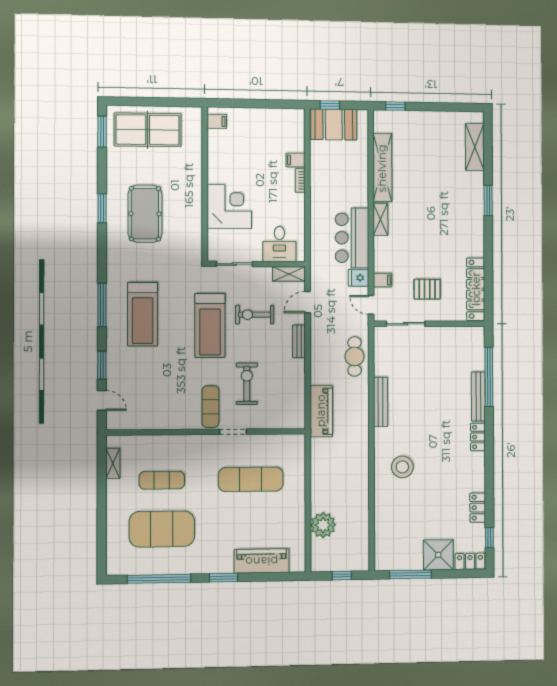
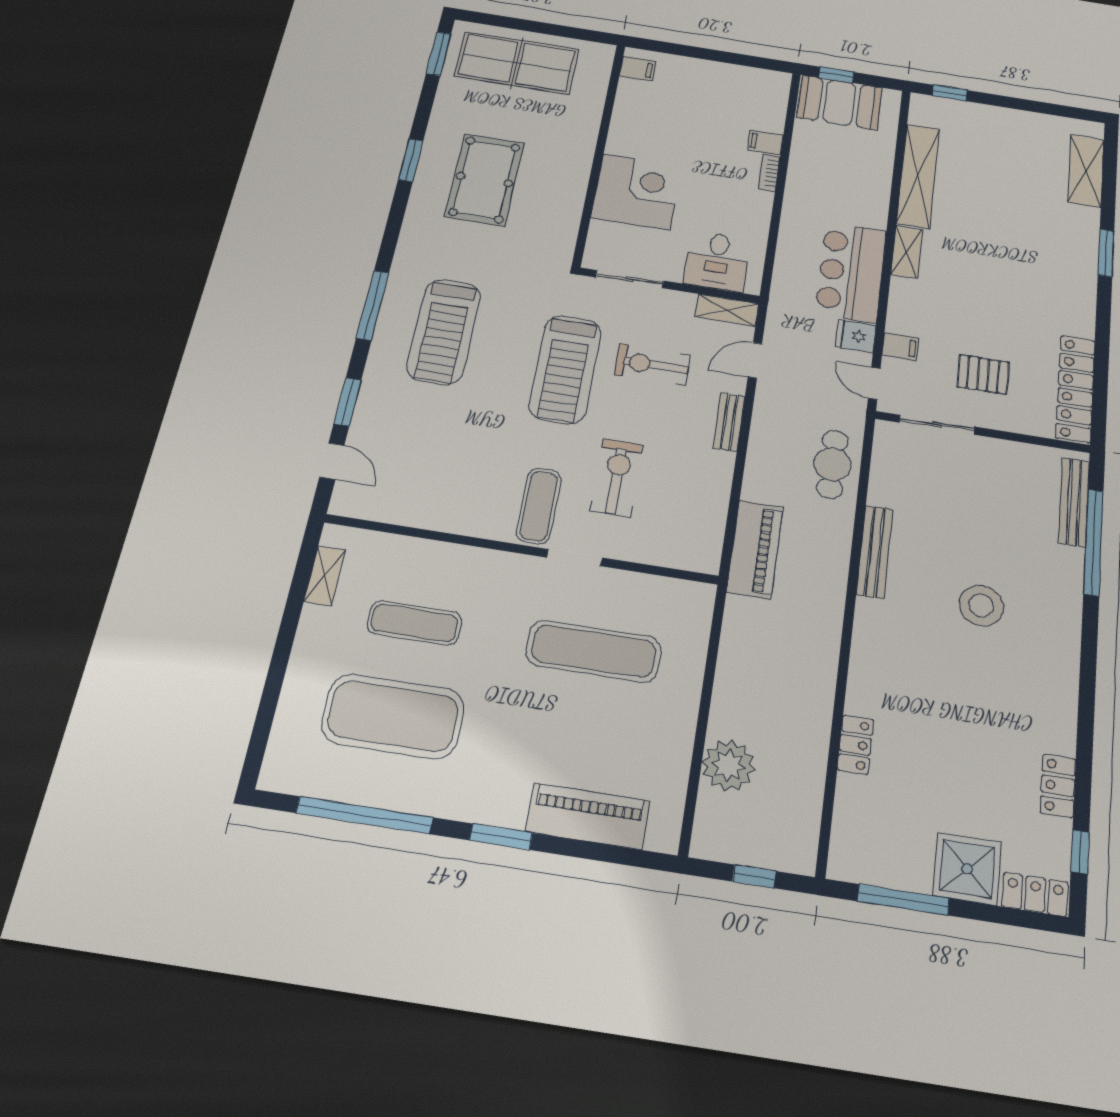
bench: (478, 396) -> (1074, 502), moved
locker: (478, 437) -> (855, 745), moved, turned 180
stool: (402, 467) -> (981, 606), moved

